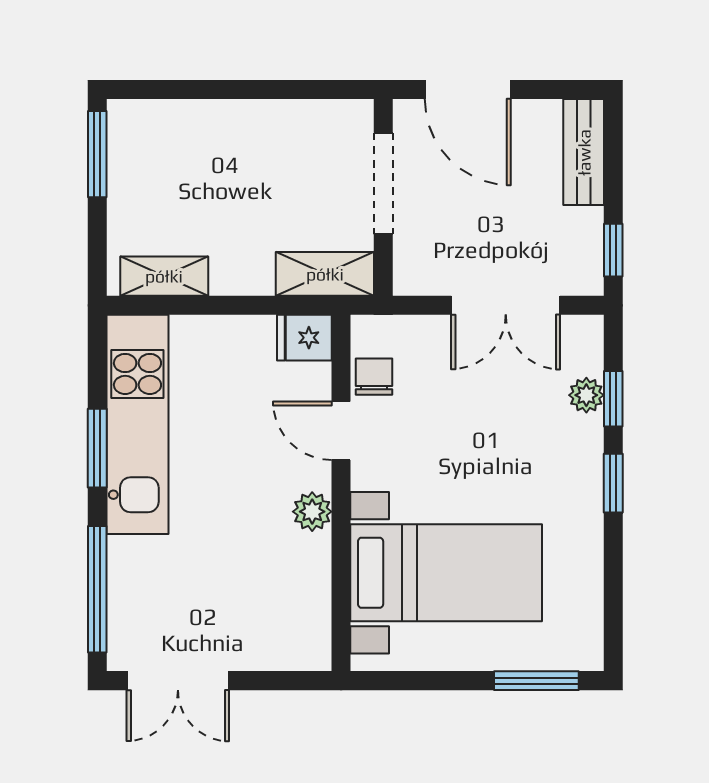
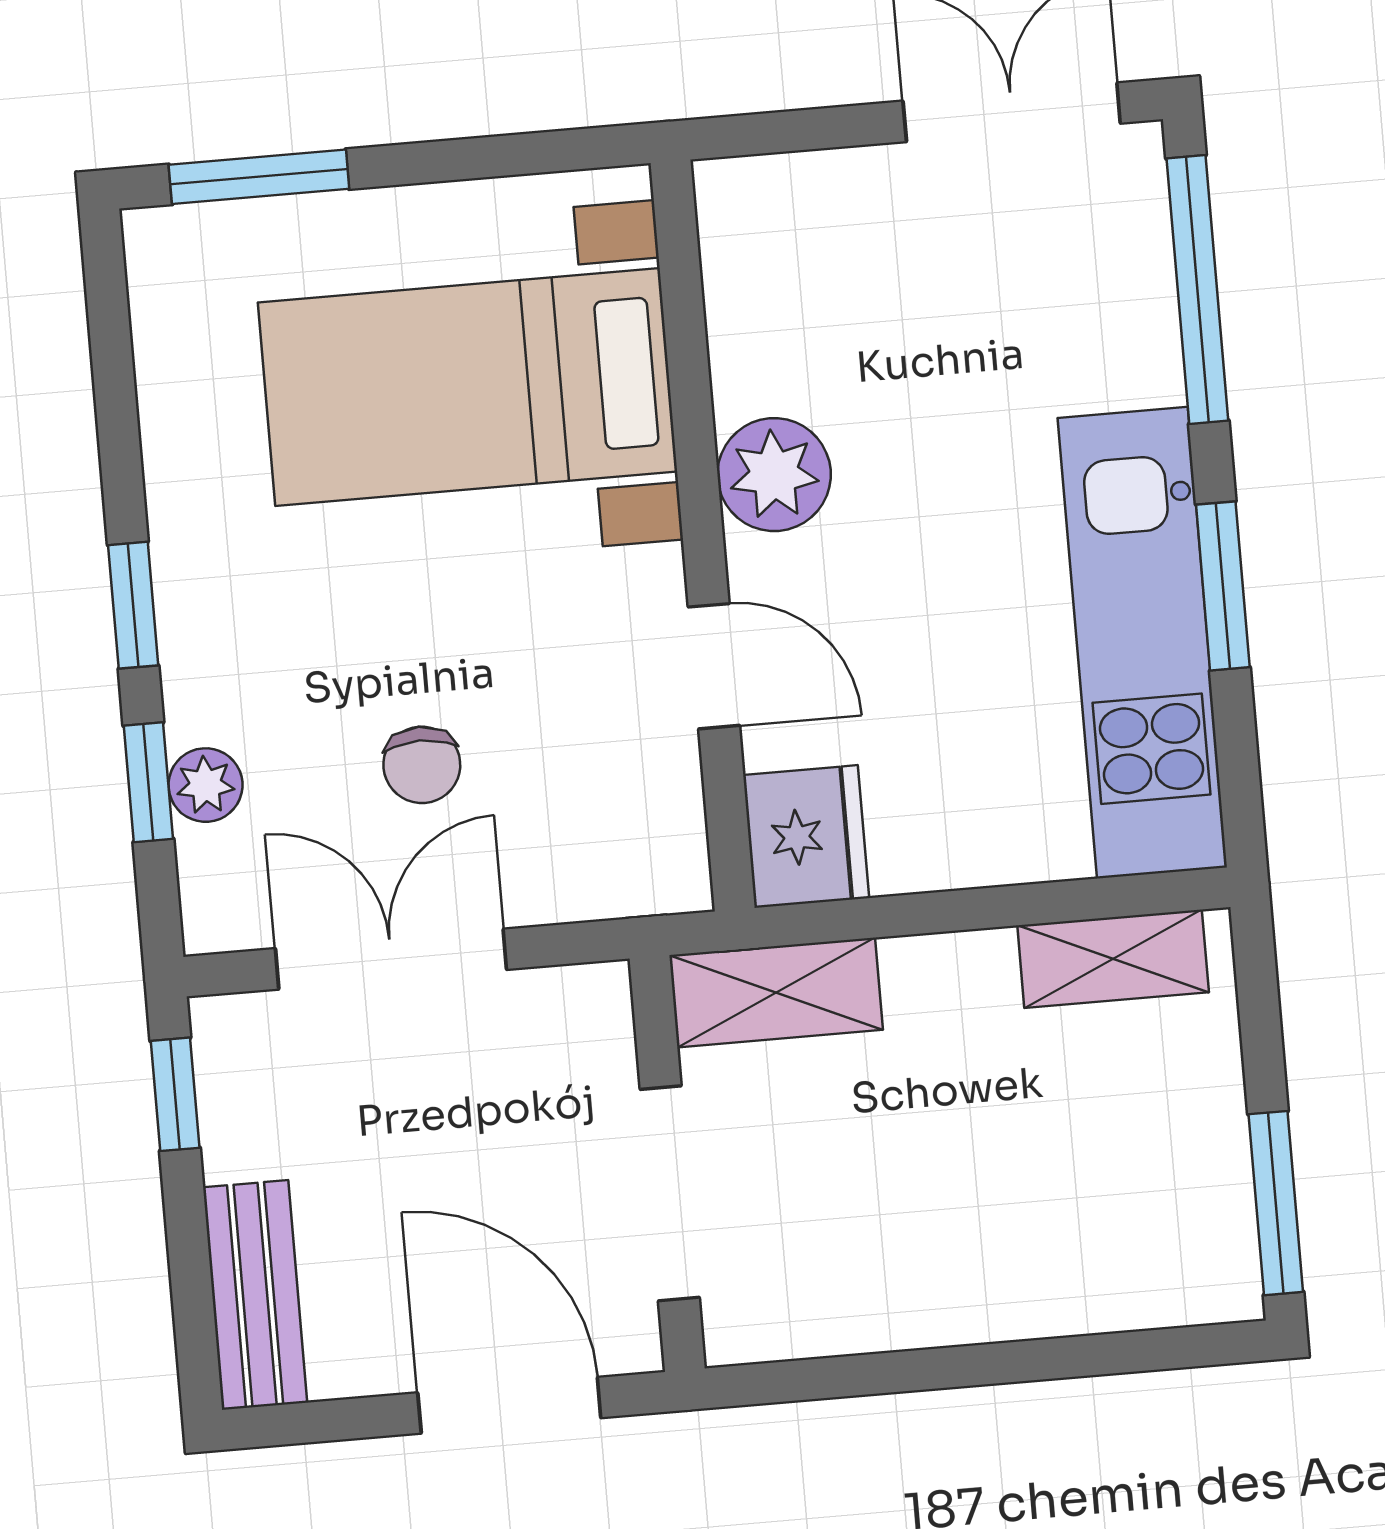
fridge: (304, 338) -> (806, 836), width x1.38
chair: (374, 377) -> (422, 765), moved
plant: (312, 512) -> (774, 475), width x1.38, depth x1.38

